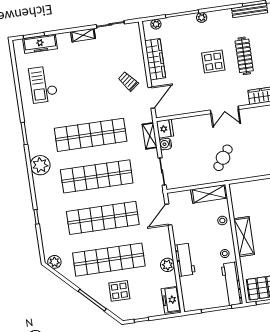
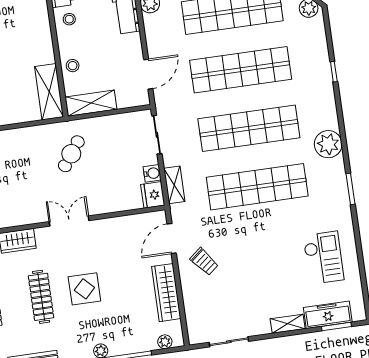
shelving: (83, 35) -> (288, 324), moved
shelving: (244, 237) -> (49, 92), moved

